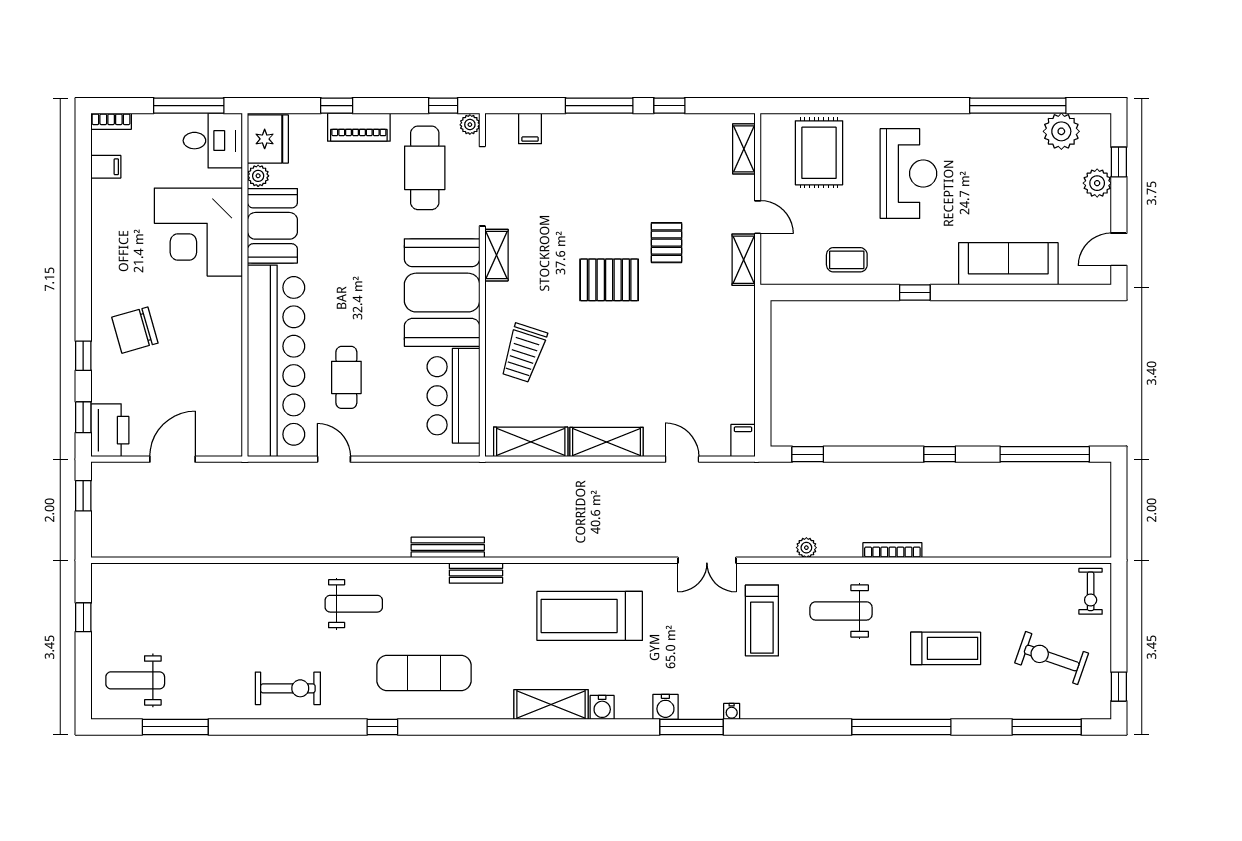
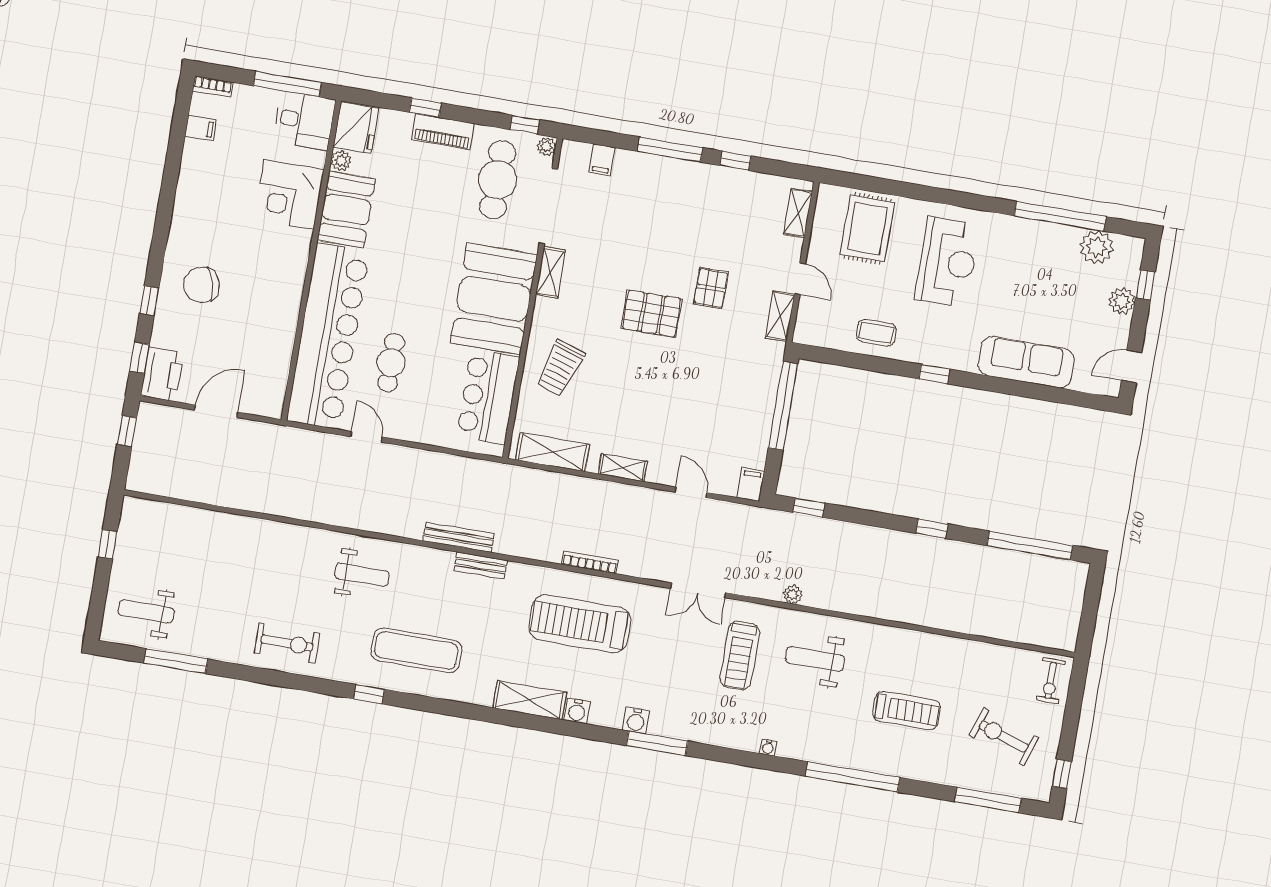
corner desk: (198, 232) -> (289, 195), width x0.74, depth x0.74
window: (763, 353) -> (783, 406), added
shelving: (606, 442) -> (623, 468), width x0.67, depth x0.75
bookcase: (892, 550) -> (590, 562), moved
water cooler: (732, 711) -> (768, 747), moved

